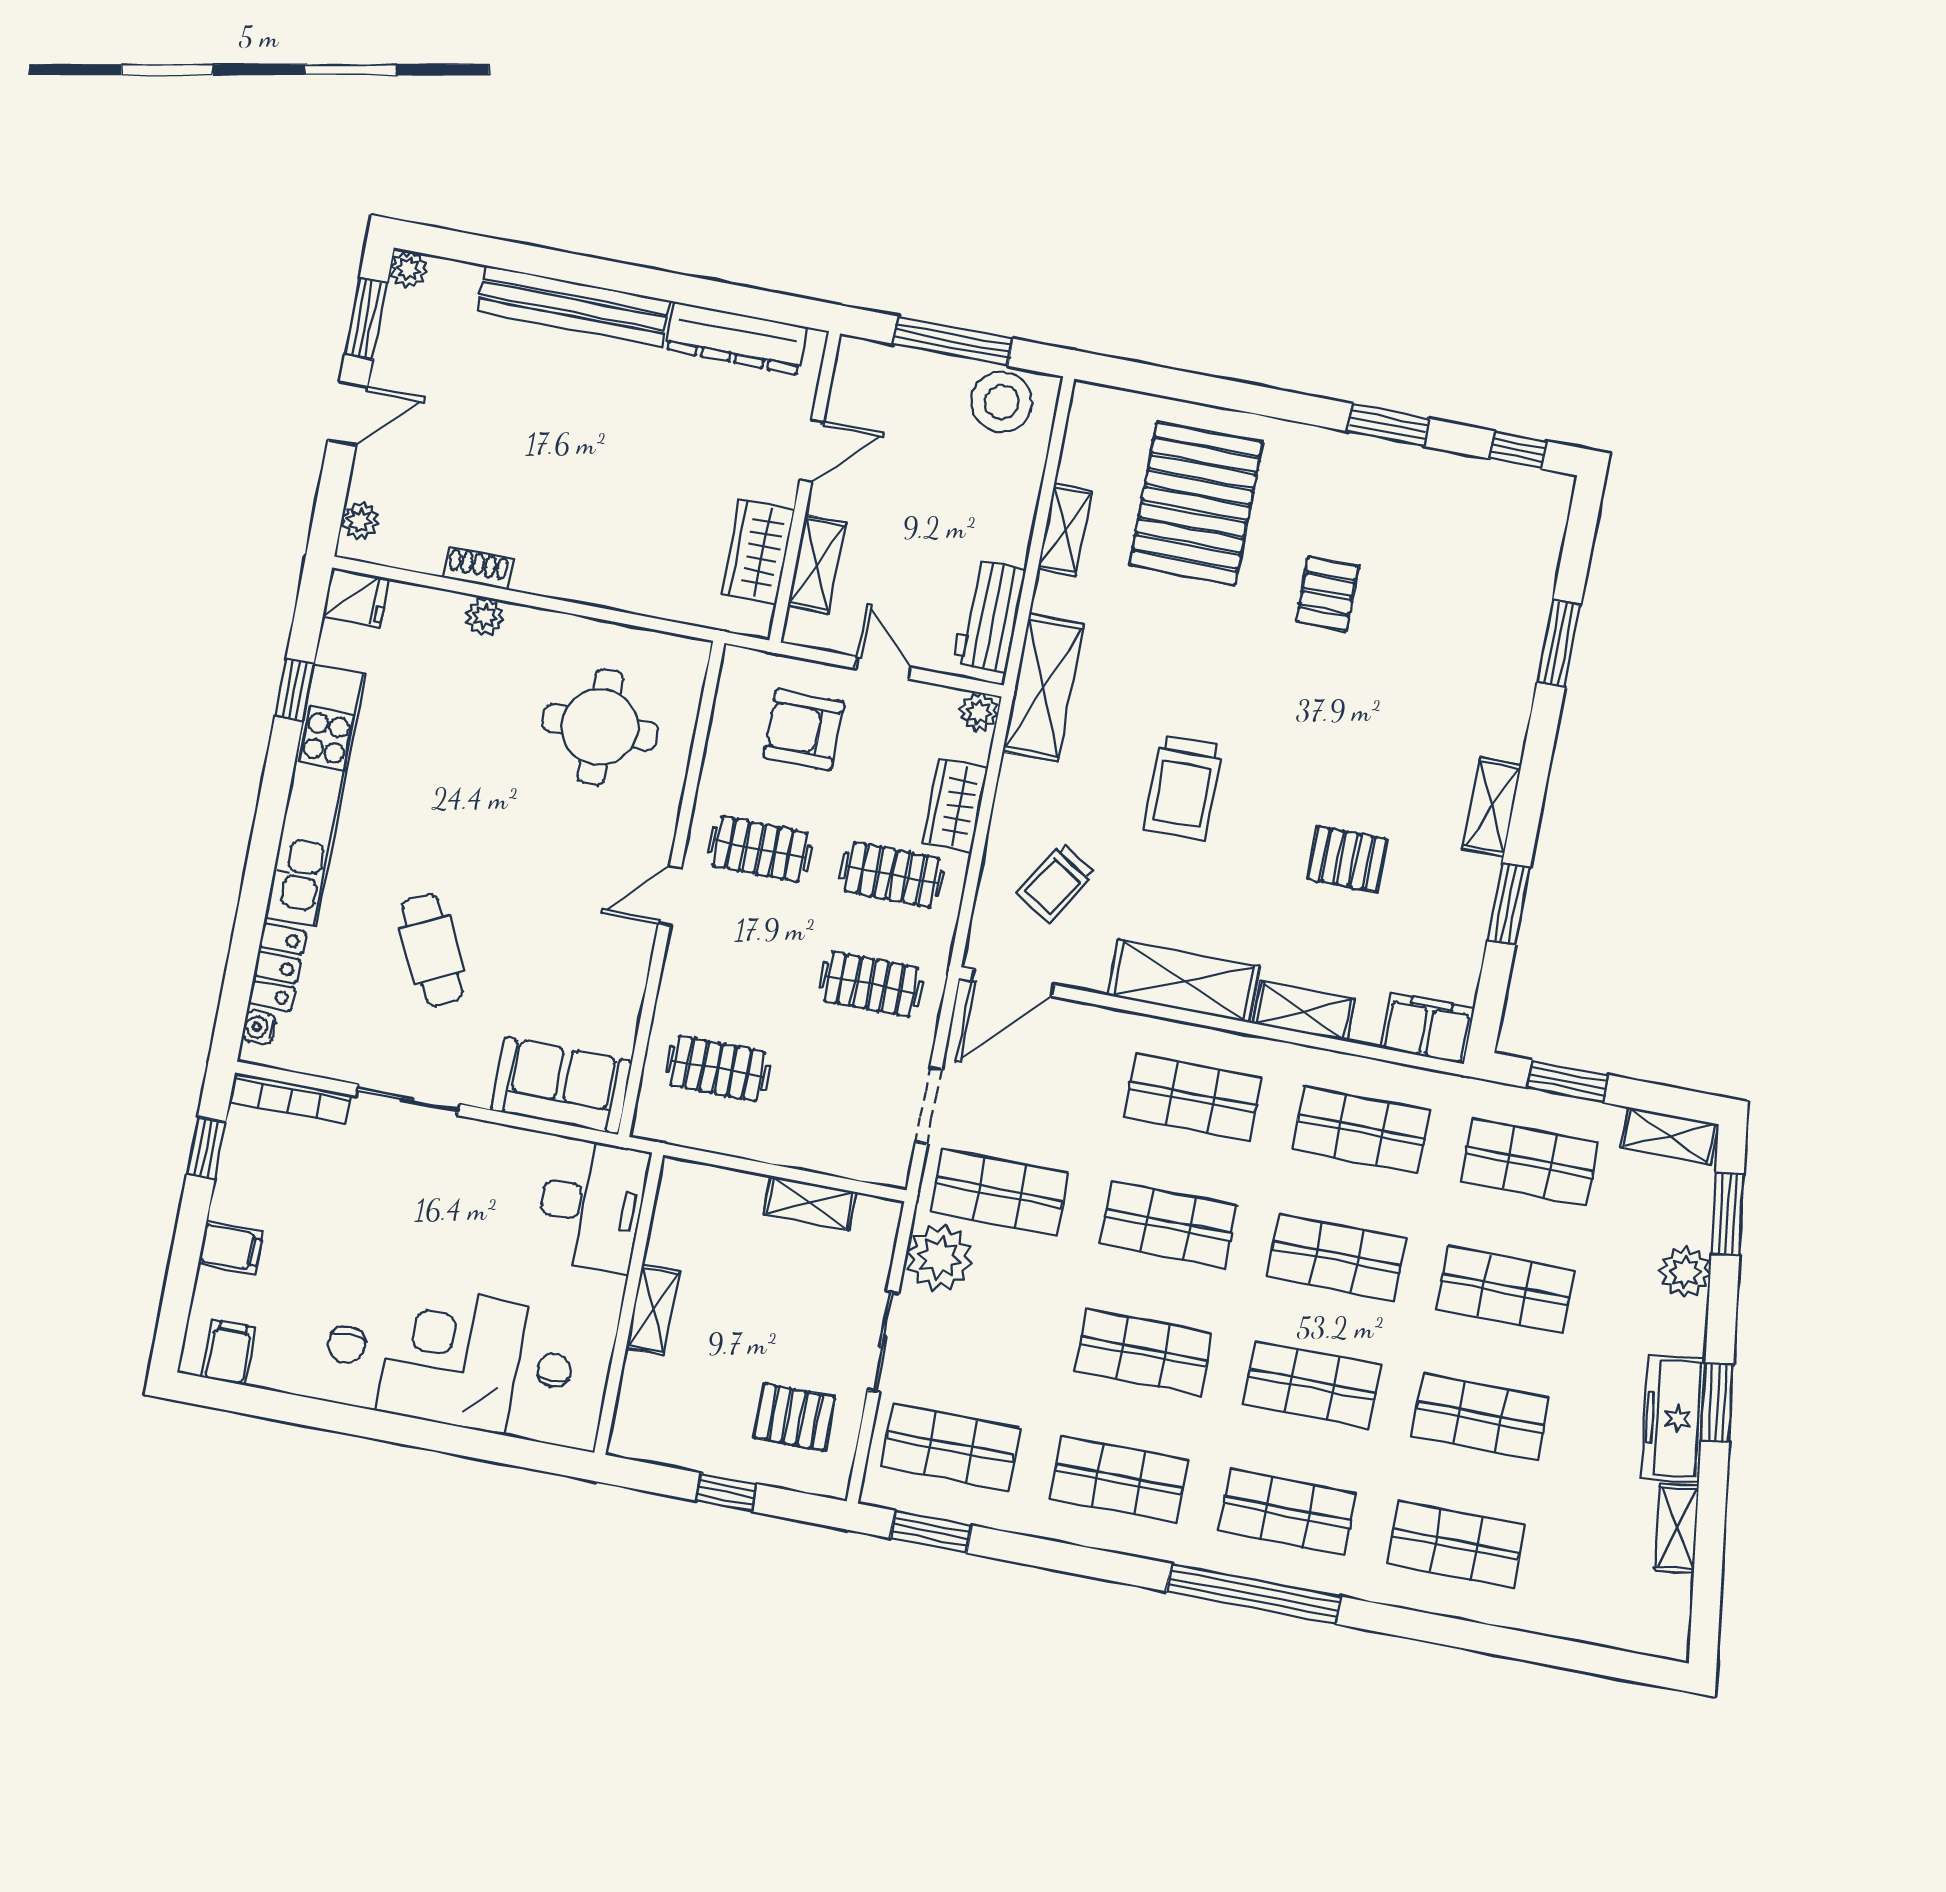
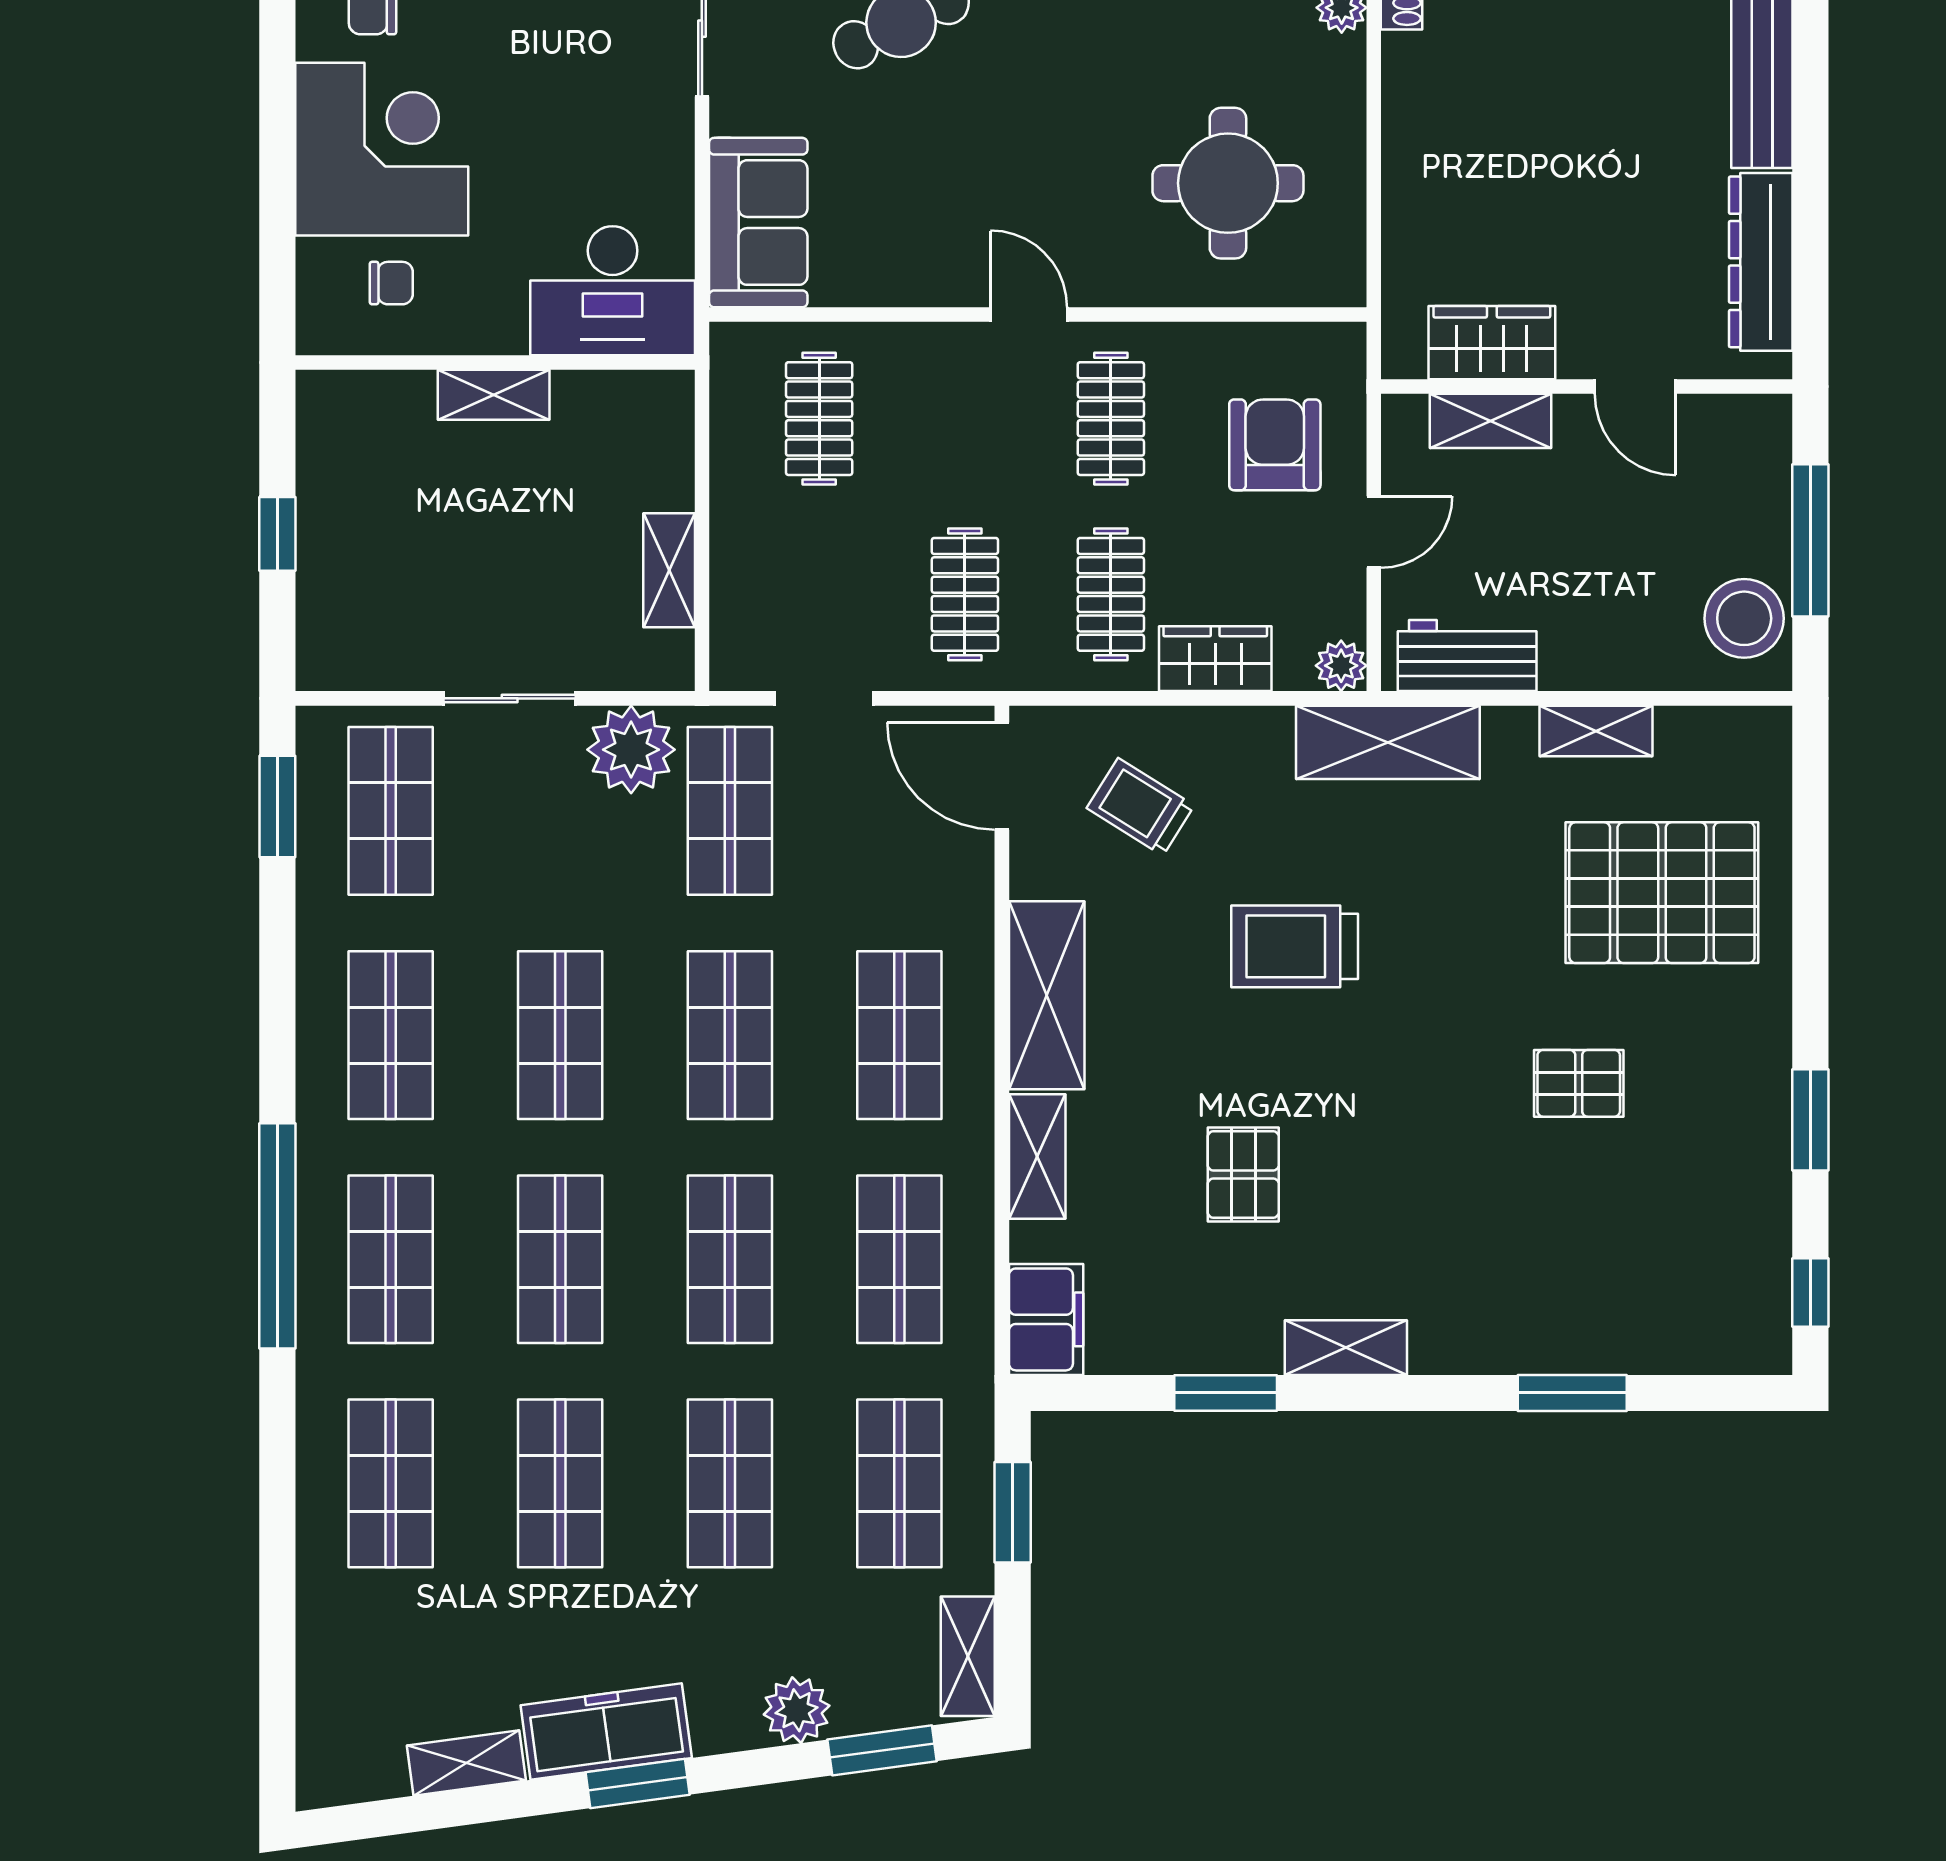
pallet: (794, 1417) -> (390, 603), removed

